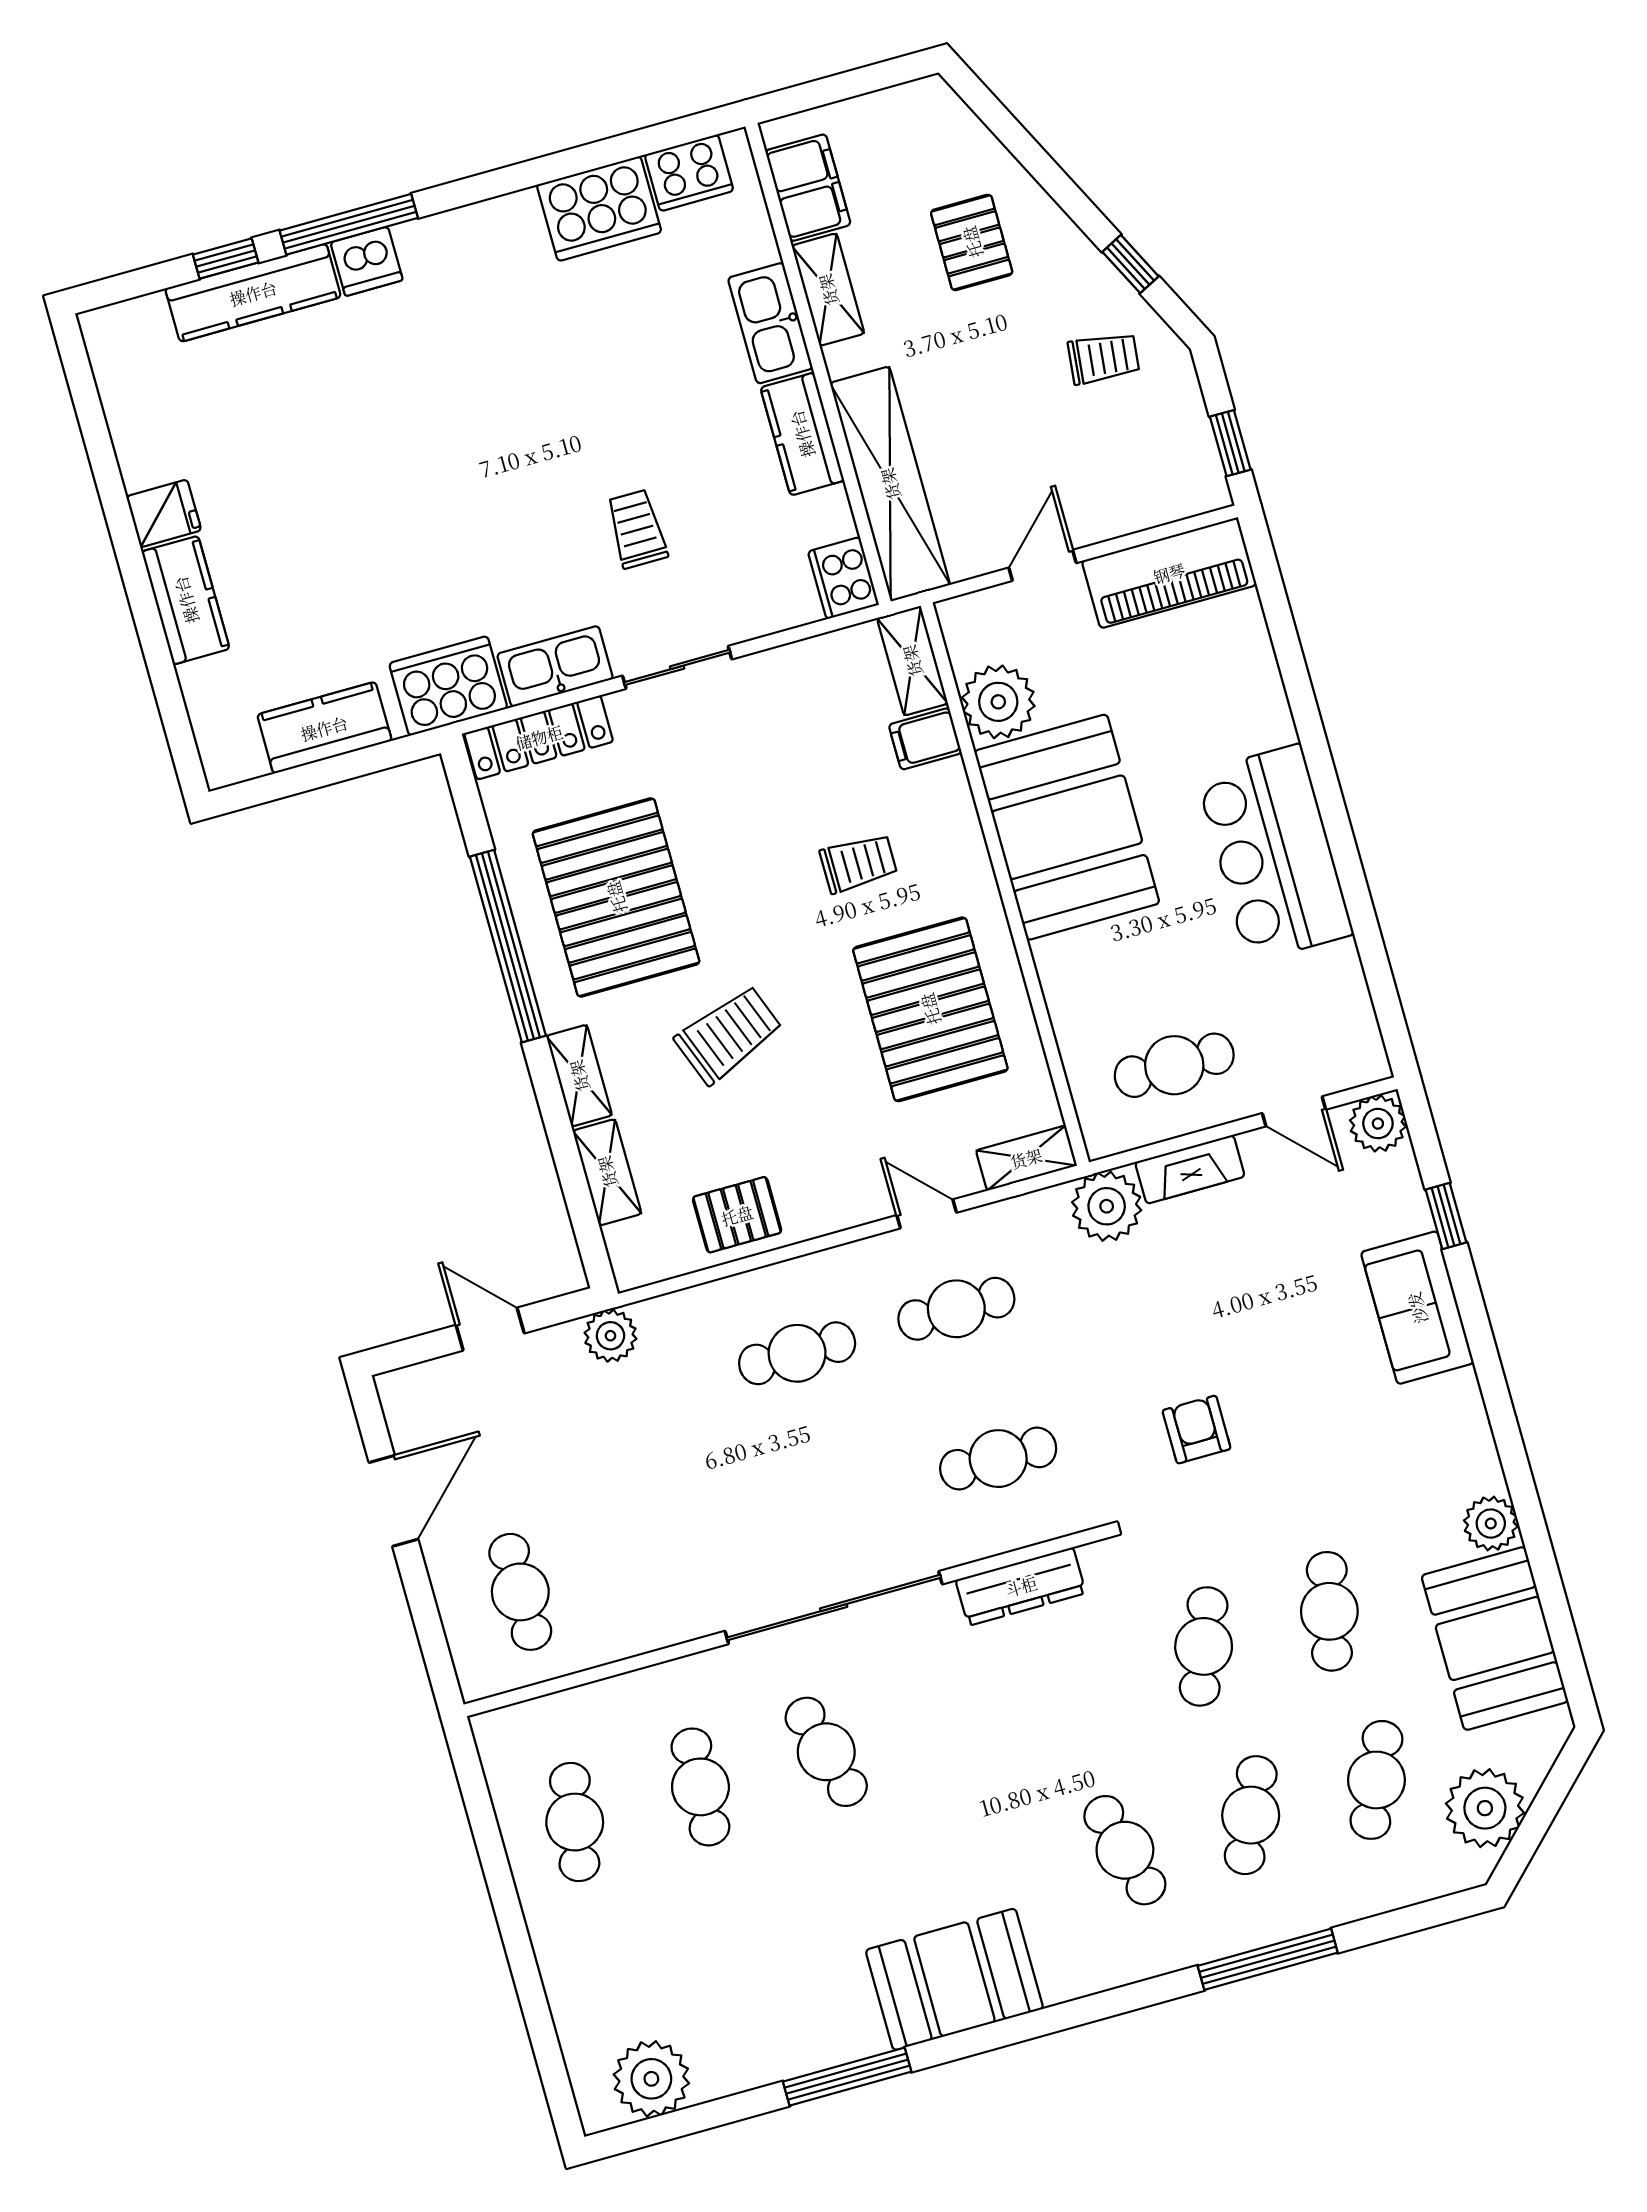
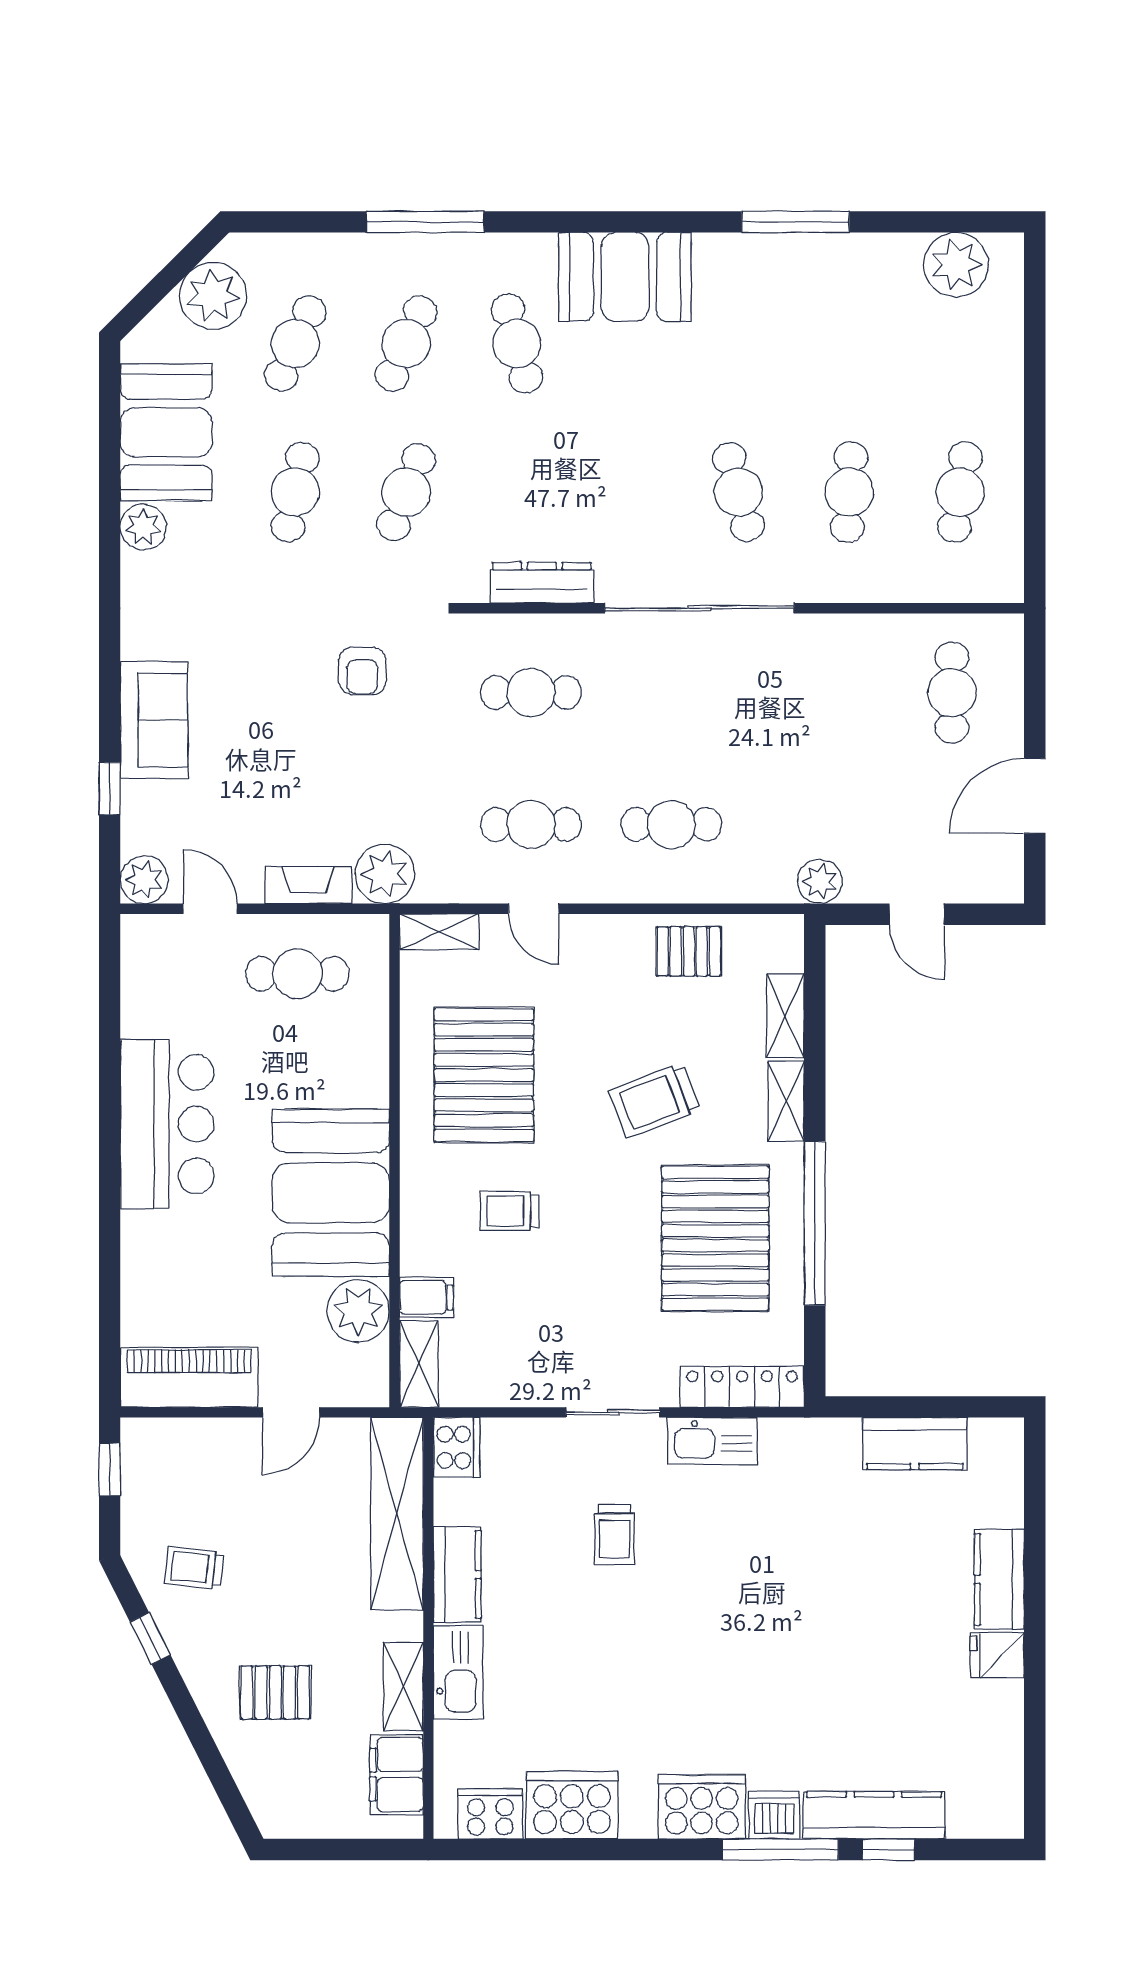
pallet: (972, 242) -> (275, 1692), turned 90
cooker: (448, 686) -> (702, 1807), moved, turned 180
booth: (954, 1979) -> (625, 277), moved

